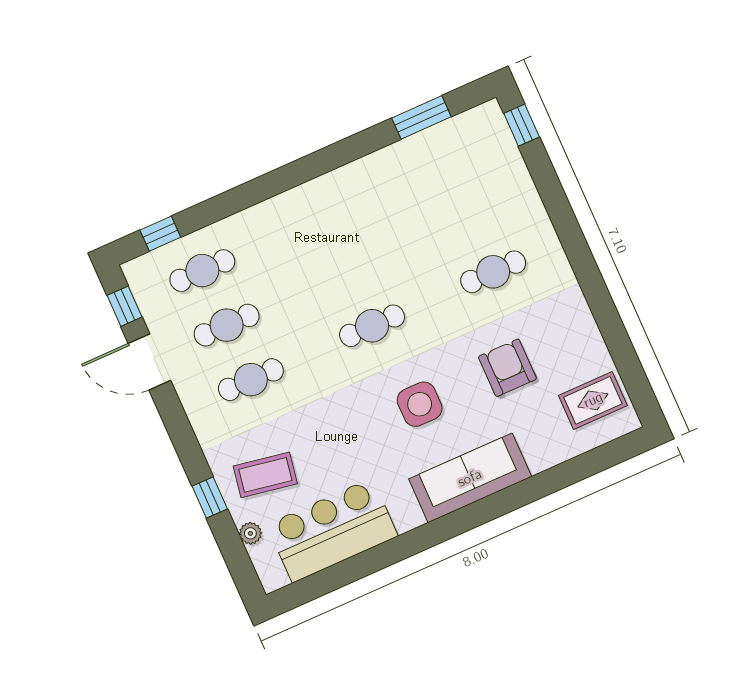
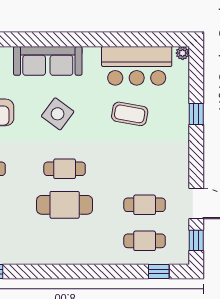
cafe table: (251, 380) -> (65, 205), moved, width x1.37, depth x1.35
side table: (420, 404) -> (58, 114), turned 36
coffee table: (265, 475) -> (130, 114), moved
plant: (250, 533) -> (183, 53), moved

